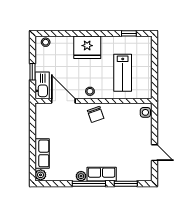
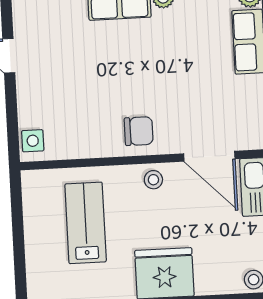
chair: (96, 114) -> (139, 131), turned 109

